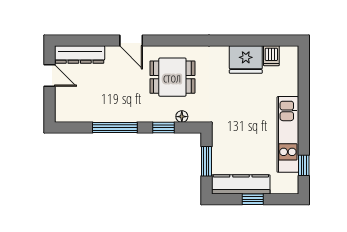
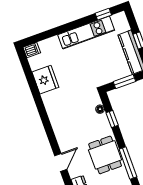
dishwasher: (271, 56) -> (32, 50), moved
dining table: (172, 77) -> (105, 155), moved
window: (115, 128) -> (128, 163), moved

